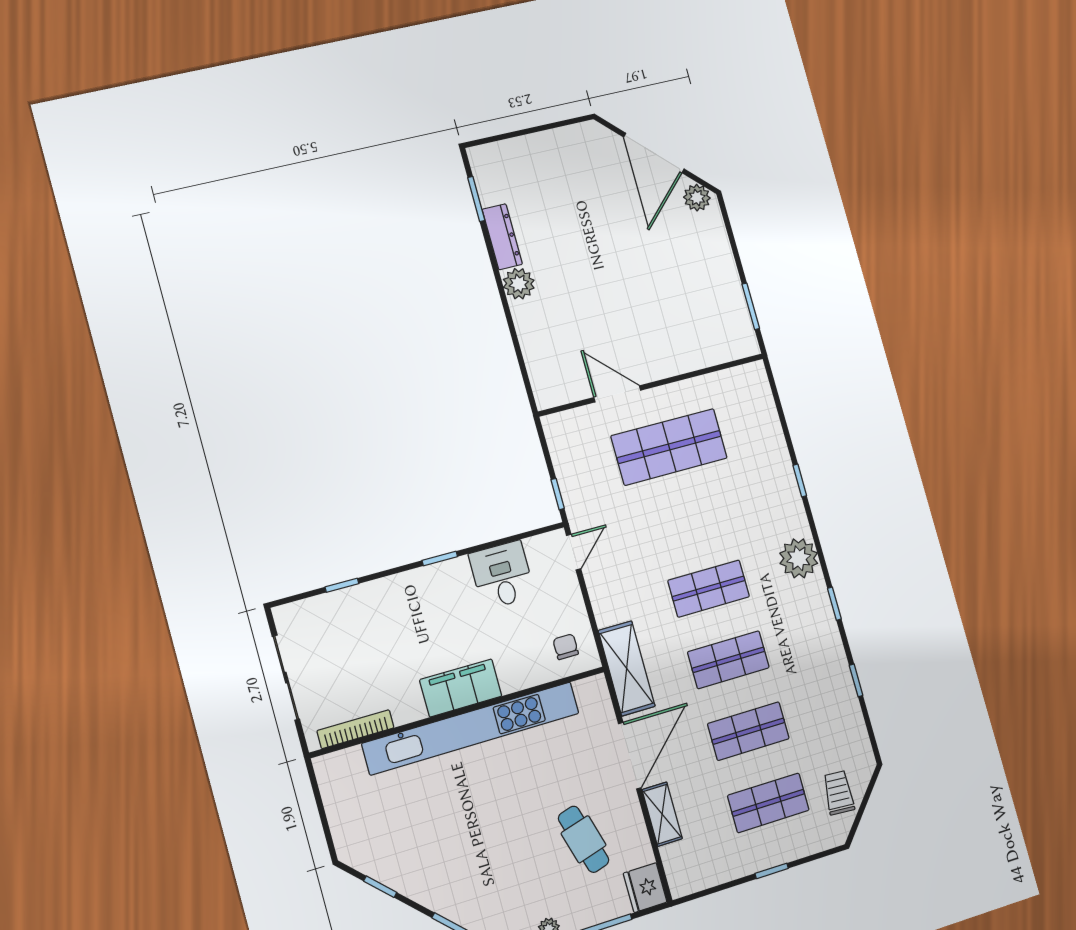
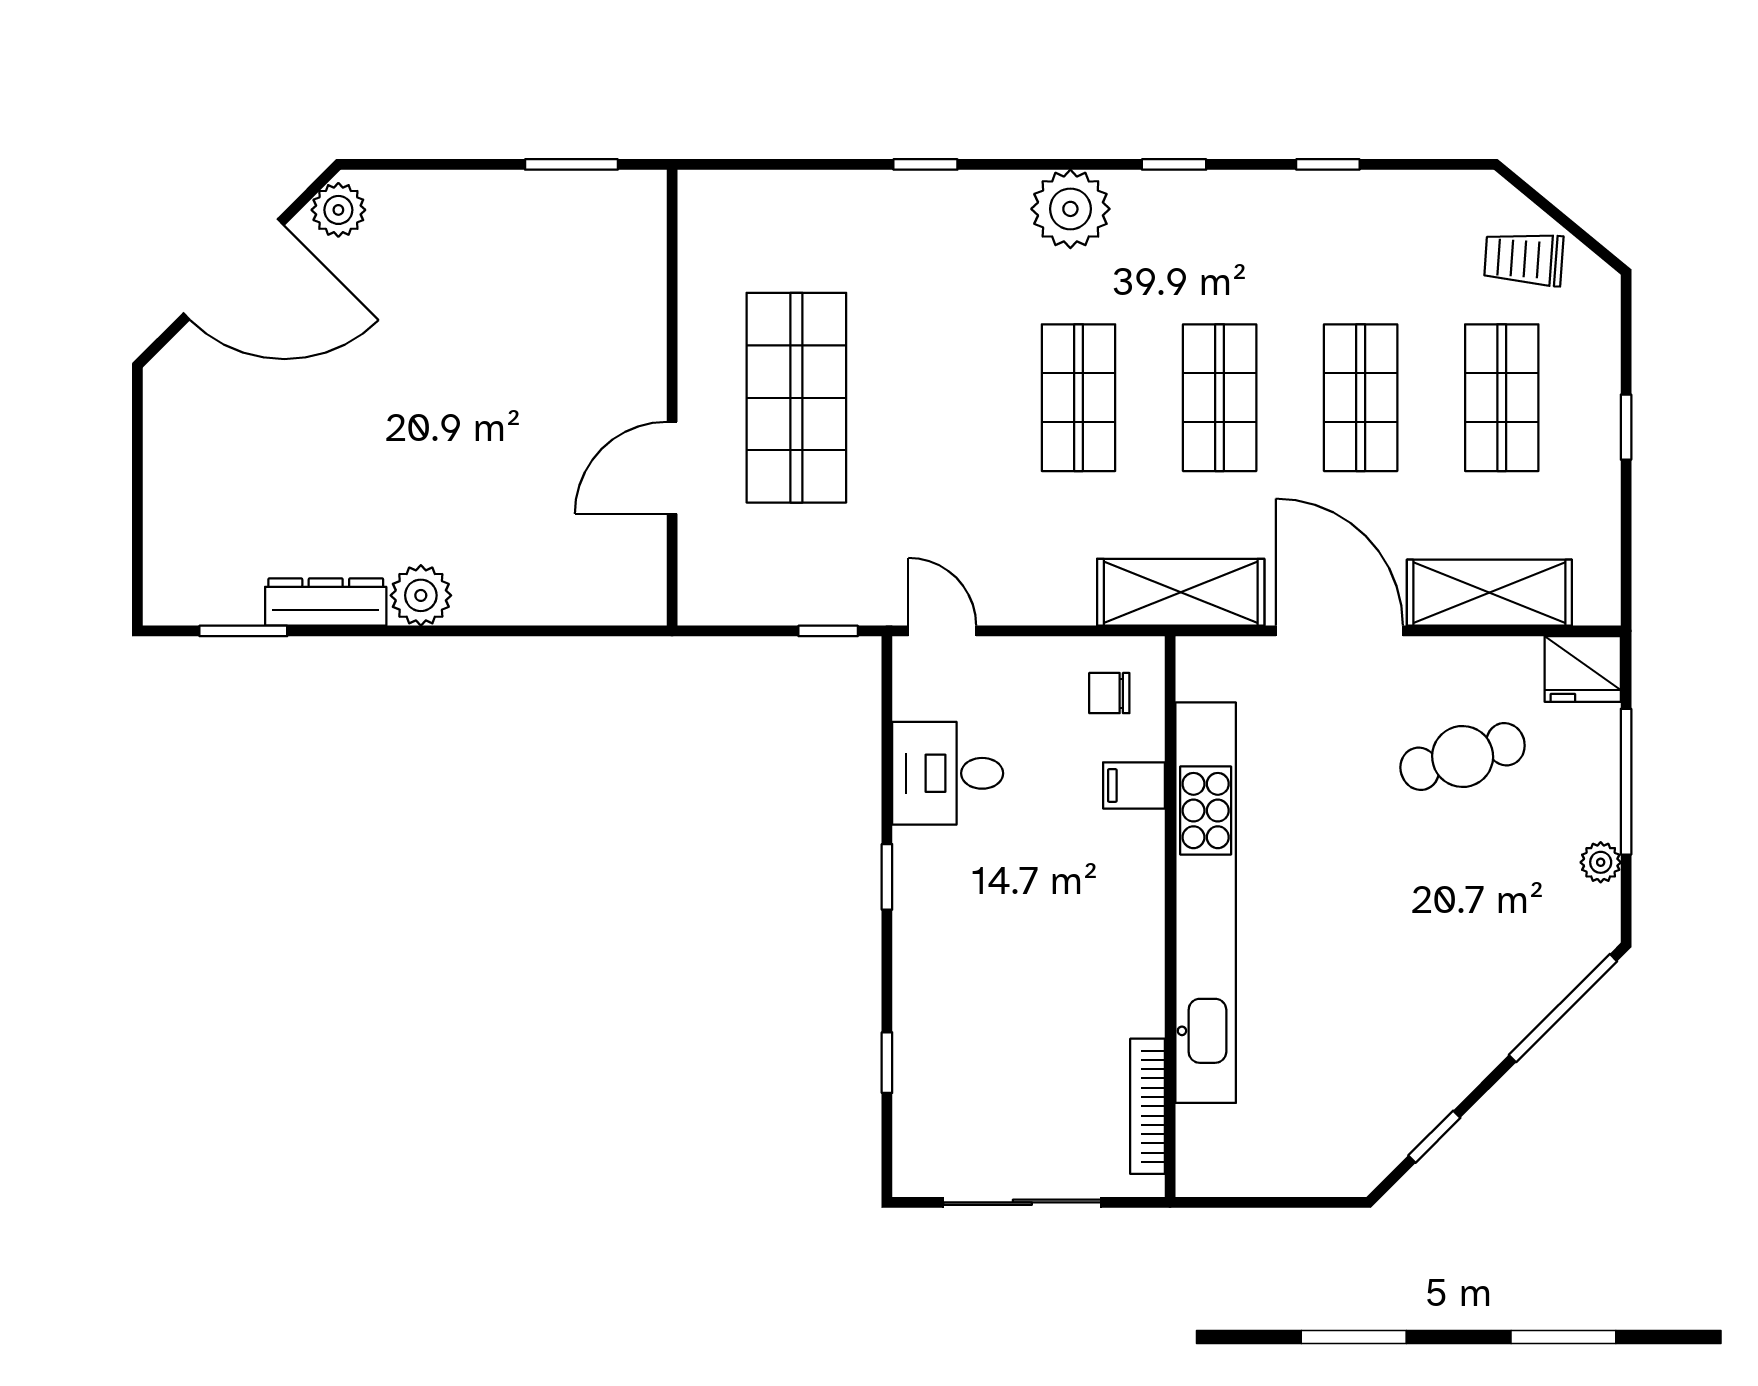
filing cabinet: (461, 688) -> (1134, 785), moved, width x0.33, depth x0.86
shelving: (662, 814) -> (1489, 593), width x1.50, depth x1.33

